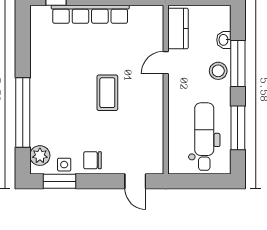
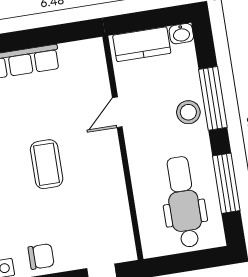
kitchen counter: (178, 28) -> (142, 44), moved, turned 90
washbasin: (224, 40) -> (181, 34), moved, turned -90
chair: (93, 160) -> (41, 256), turned 180

